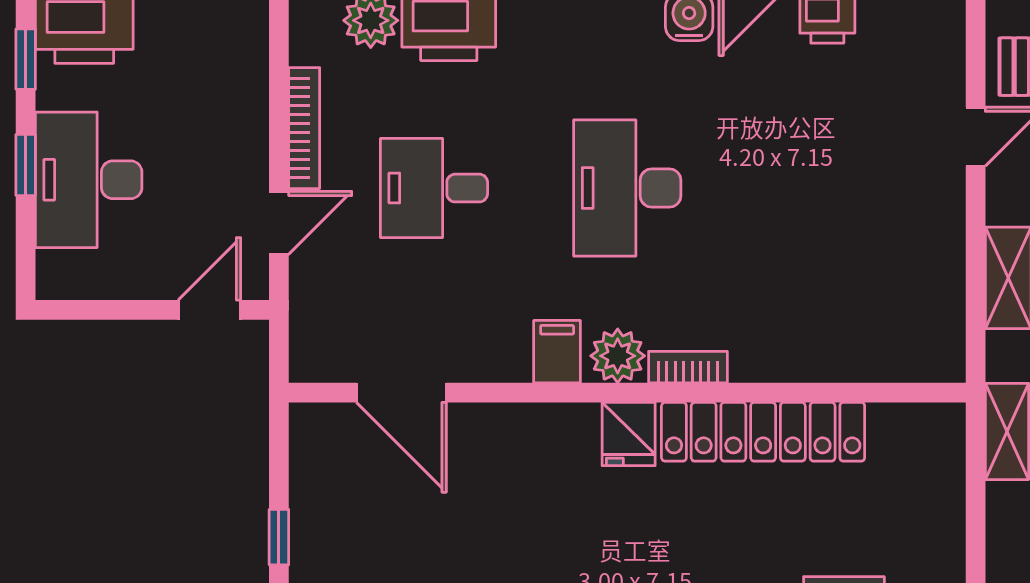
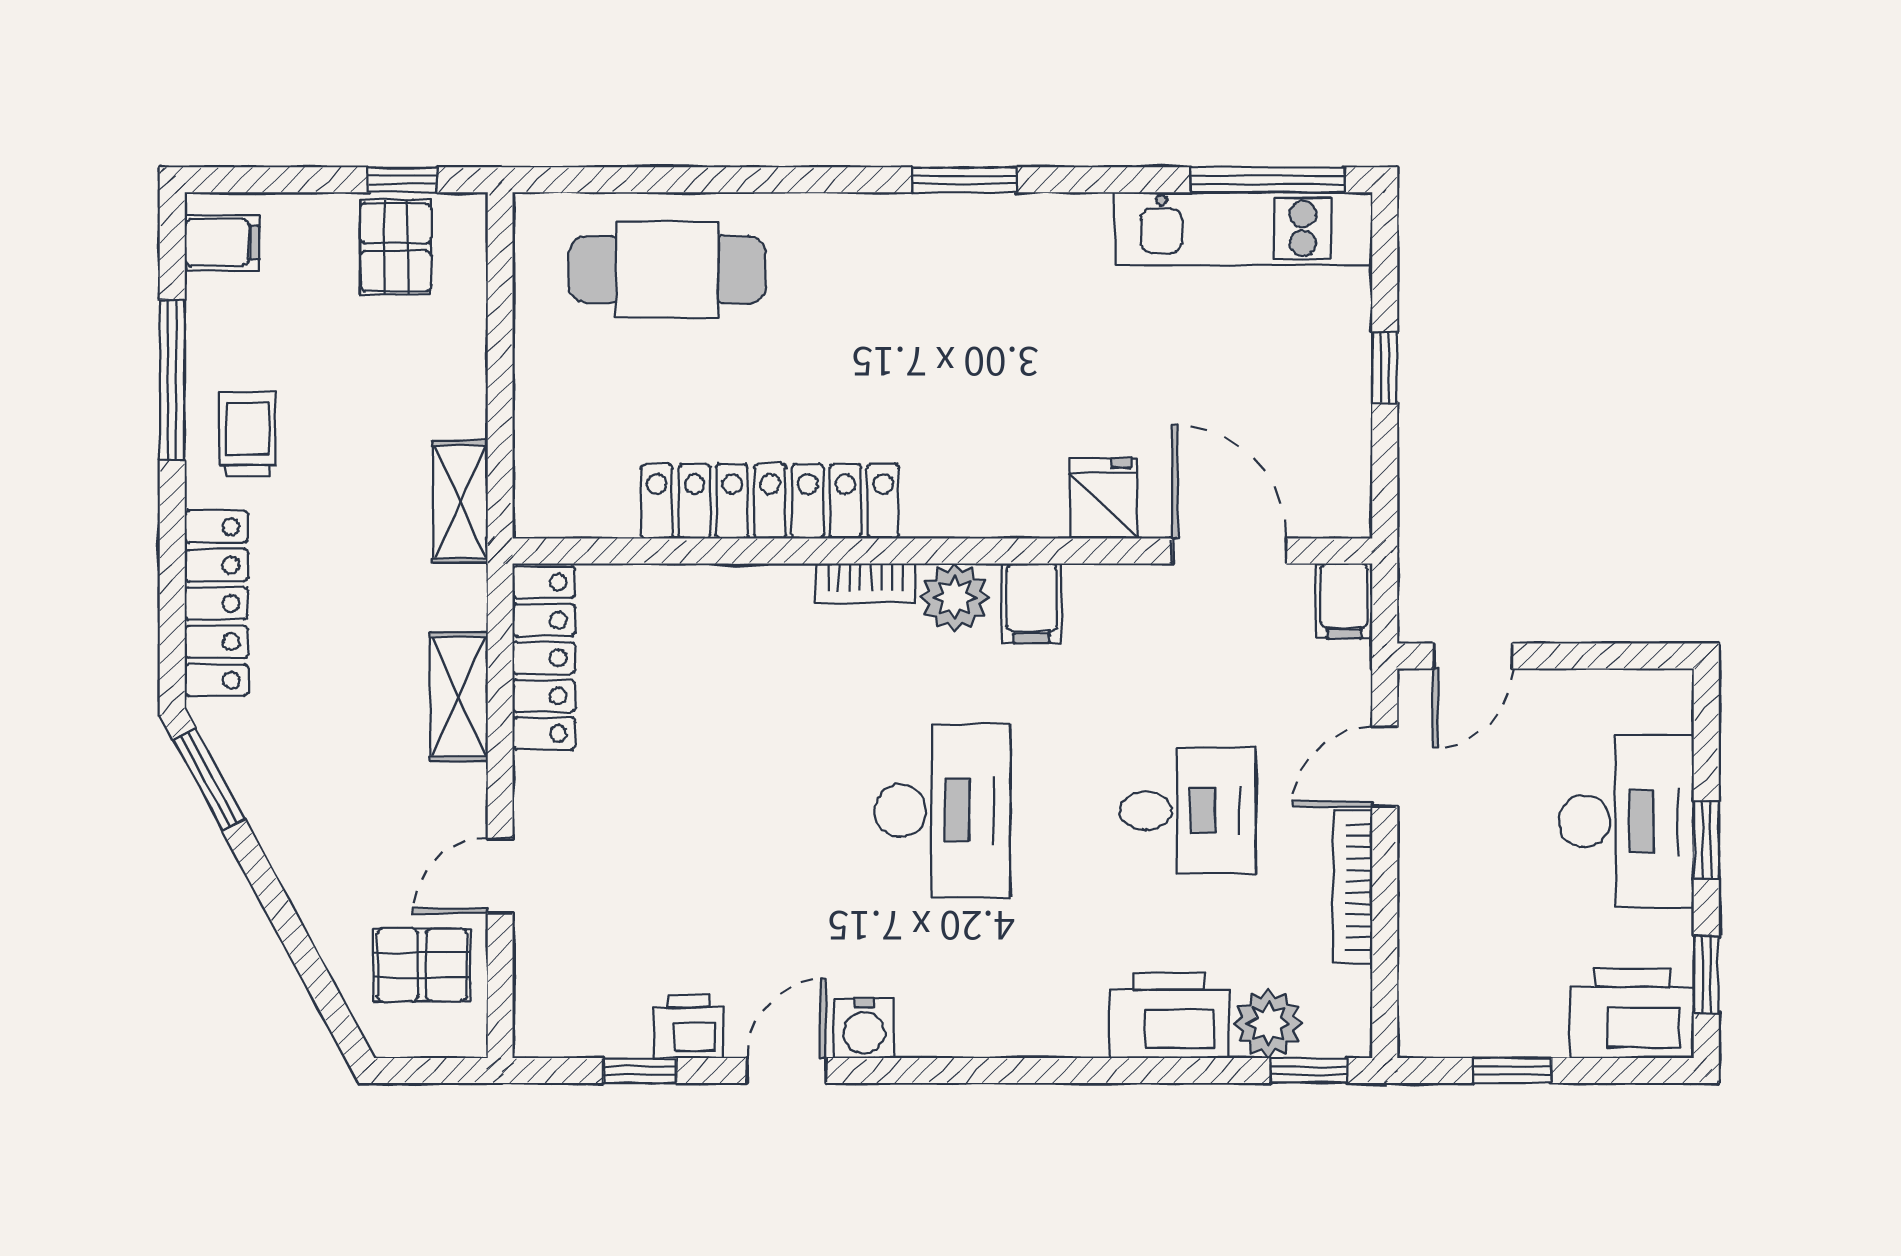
locker: (941, 308) -> (544, 658), added
filing cabinet: (311, 353) -> (1344, 601), added
fridge: (629, 434) -> (1104, 498), moved

